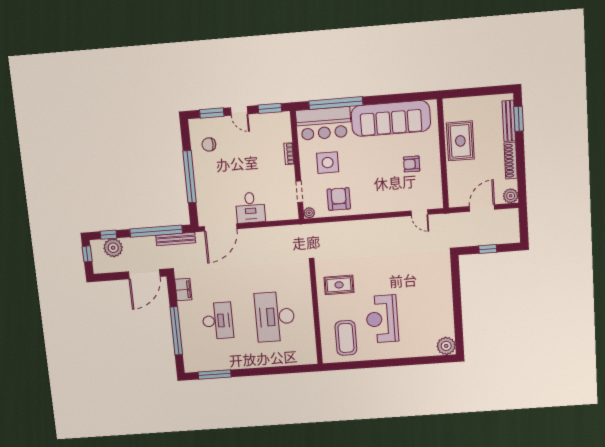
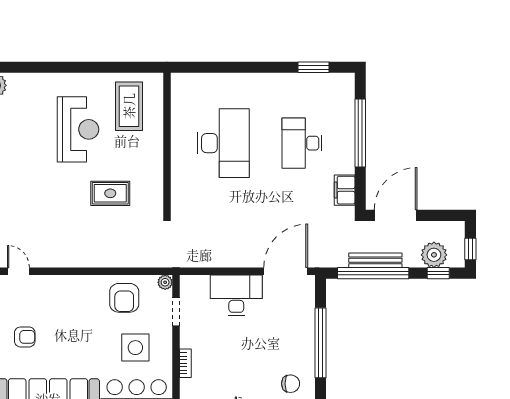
desk: (250, 208) -> (236, 295), width x1.37
bench: (176, 239) -> (375, 260), moved
rug: (339, 285) -> (110, 193), moved
window: (215, 375) -> (314, 67), width x0.69

